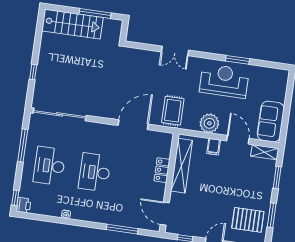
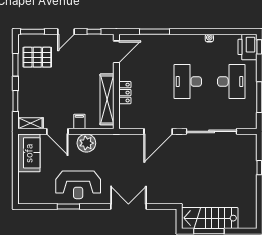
stairs: (72, 24) -> (210, 218), moved
double door: (175, 51) -> (128, 206), width x1.37
rug: (173, 111) -> (123, 150), removed
sliding door: (60, 114) -> (212, 131), moved
desk: (95, 172) -> (188, 81), turned 180
printer: (23, 205) -> (247, 47), width x1.87, depth x1.48
door: (165, 214) -> (116, 52), hinge flipped

